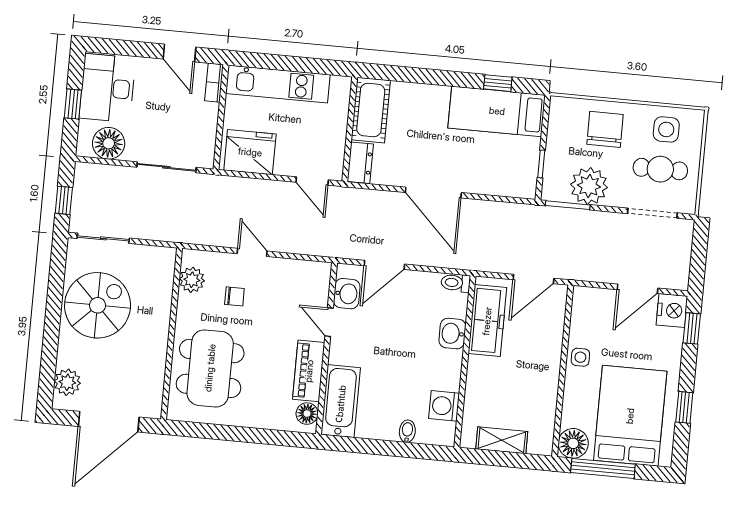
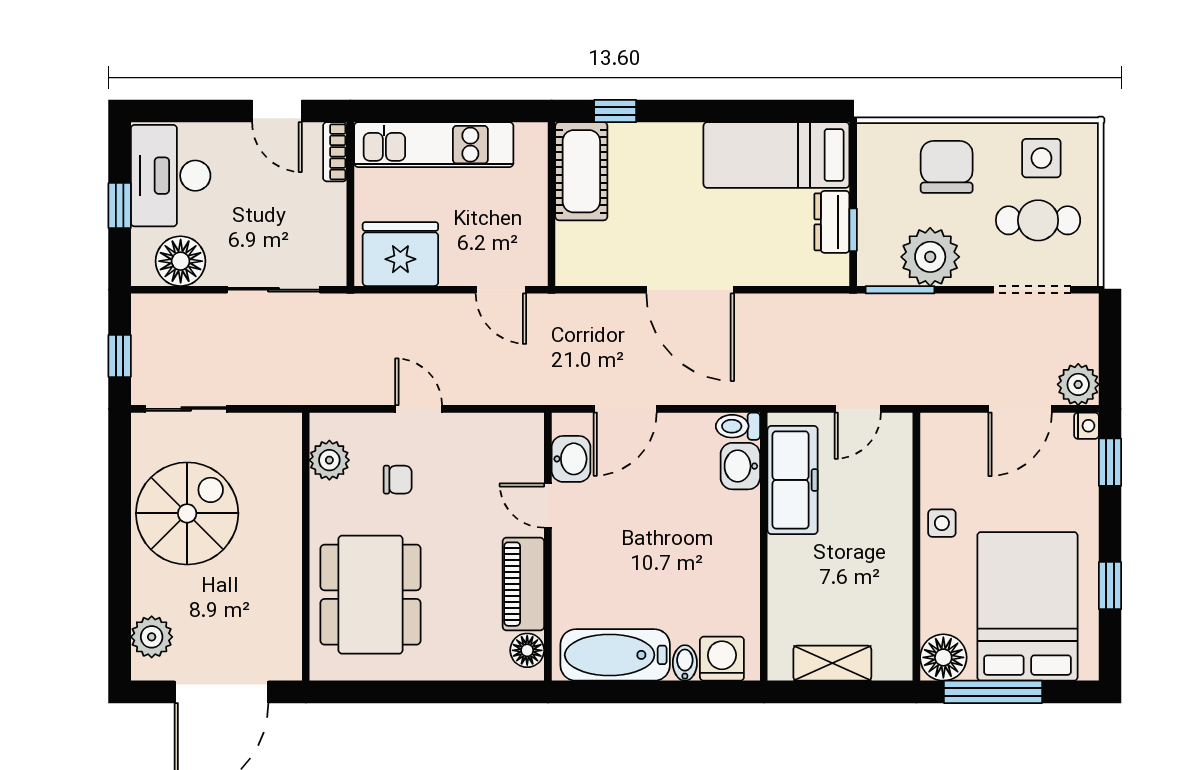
window: (498, 83) -> (615, 111), moved
dresser: (360, 163) -> (832, 222), moved, turned 180
plant: (676, 277) -> (1078, 384), added
door: (533, 279) -> (858, 409), width x0.73
nightstand: (672, 310) -> (1086, 426), width x0.53, depth x0.56
washbasin: (452, 334) -> (740, 466), moved
bathtub: (341, 401) -> (615, 655), moved, turned -90
washing machine: (444, 406) -> (722, 659), moved, turned 90

